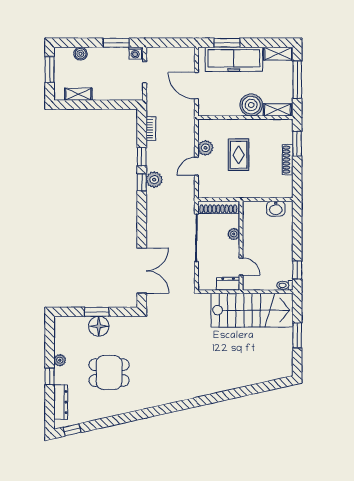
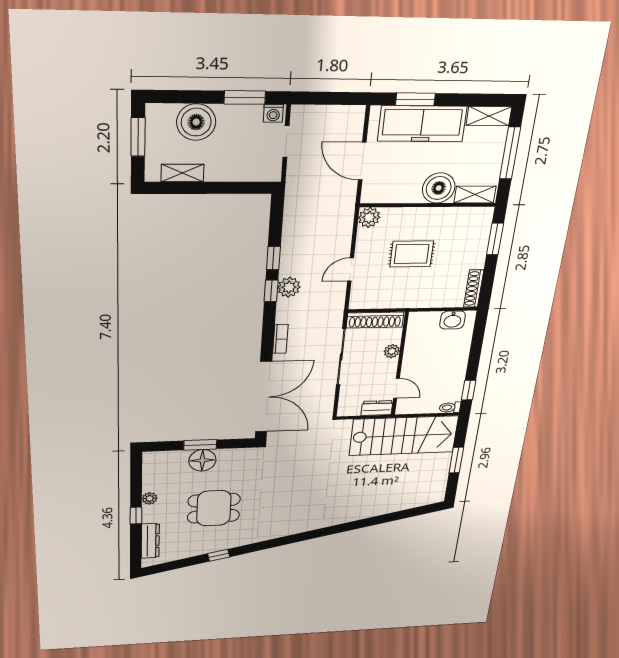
boiler: (80, 54) -> (196, 122), width x1.86, depth x1.86
bookcase: (151, 129) -> (280, 339), moved
plant: (205, 148) -> (369, 217), moved
rug: (239, 155) -> (412, 254), turned 90
shoe rack: (288, 160) -> (474, 289), moved
double door: (142, 271) -> (264, 397), width x1.36
window: (72, 430) -> (219, 555), moved

